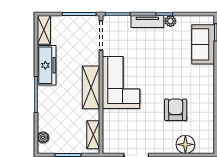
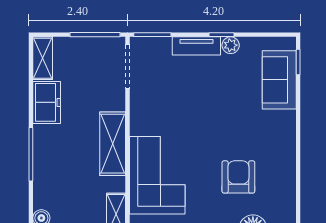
freezer: (47, 65) -> (47, 102), width x0.71
corner sofa: (121, 83) -> (157, 175), moved

